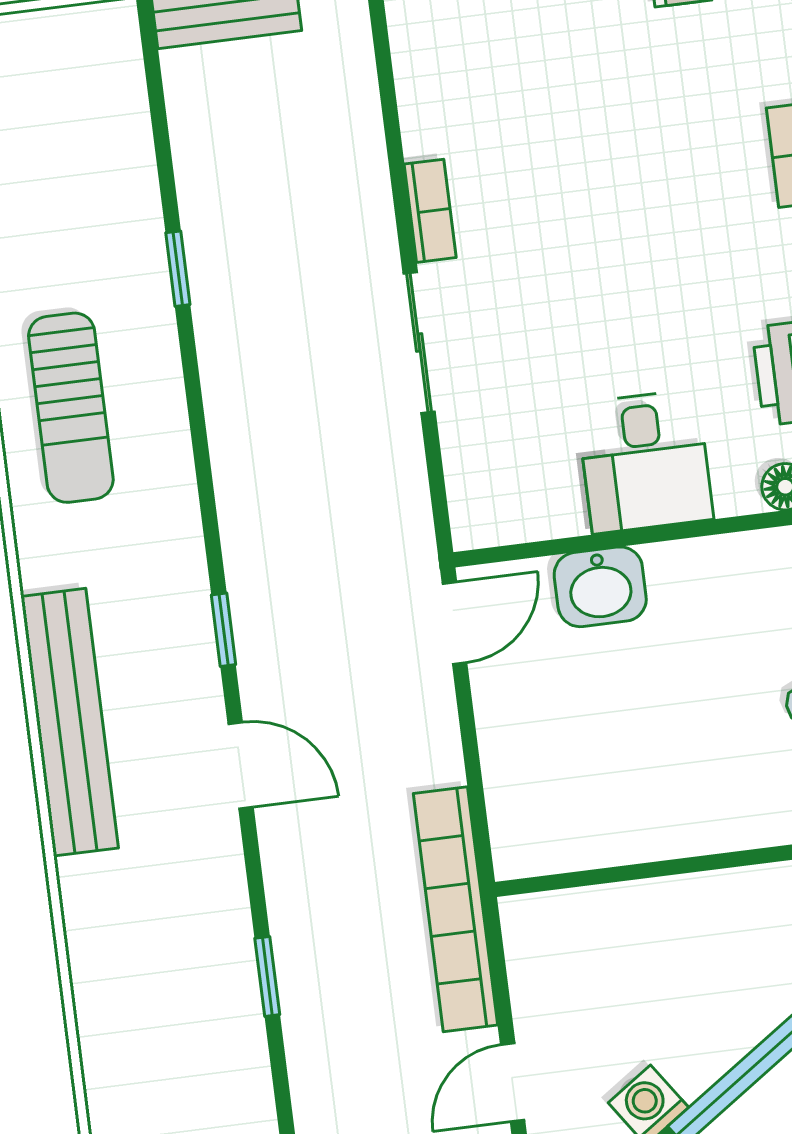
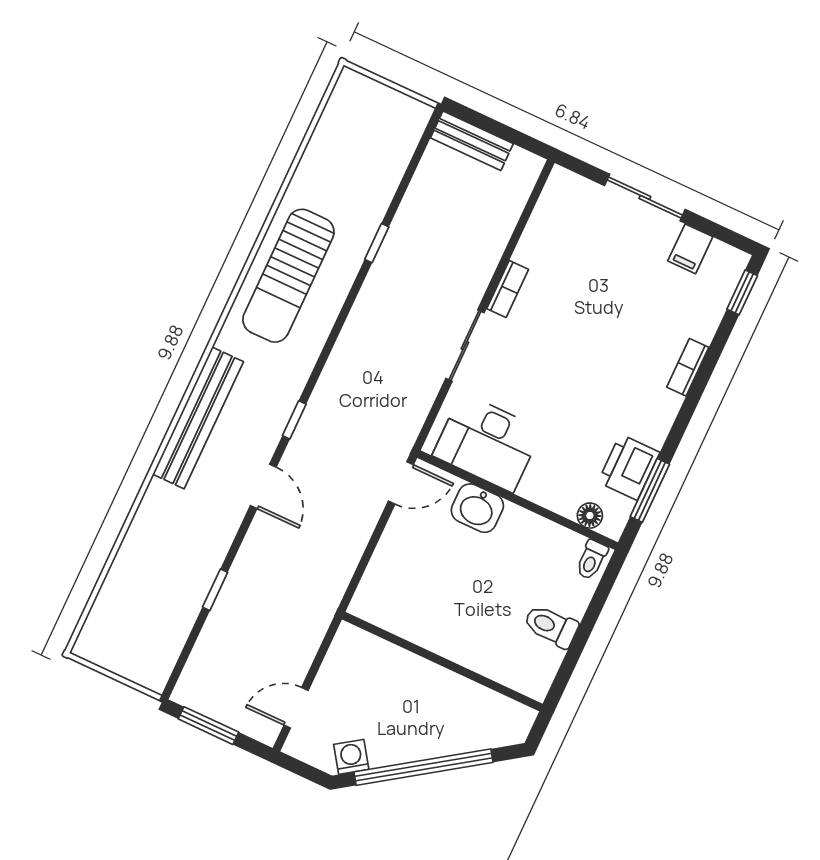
sun lounger: (71, 408) -> (288, 276), width x1.36, depth x1.34
desk: (645, 461) -> (487, 443), moved, width x1.37
bookcase: (455, 909) -> (320, 613), removed

